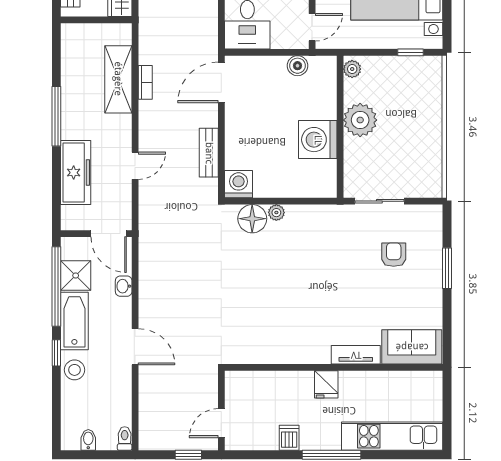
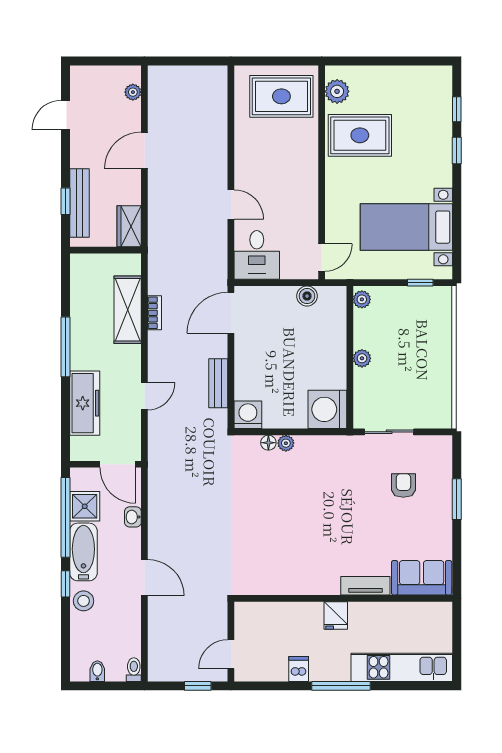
plant: (360, 120) -> (362, 358), width x0.53, depth x0.53
washing machine: (318, 140) -> (327, 409), moved
floor lamp: (252, 219) -> (268, 443), width x0.53, depth x0.53

